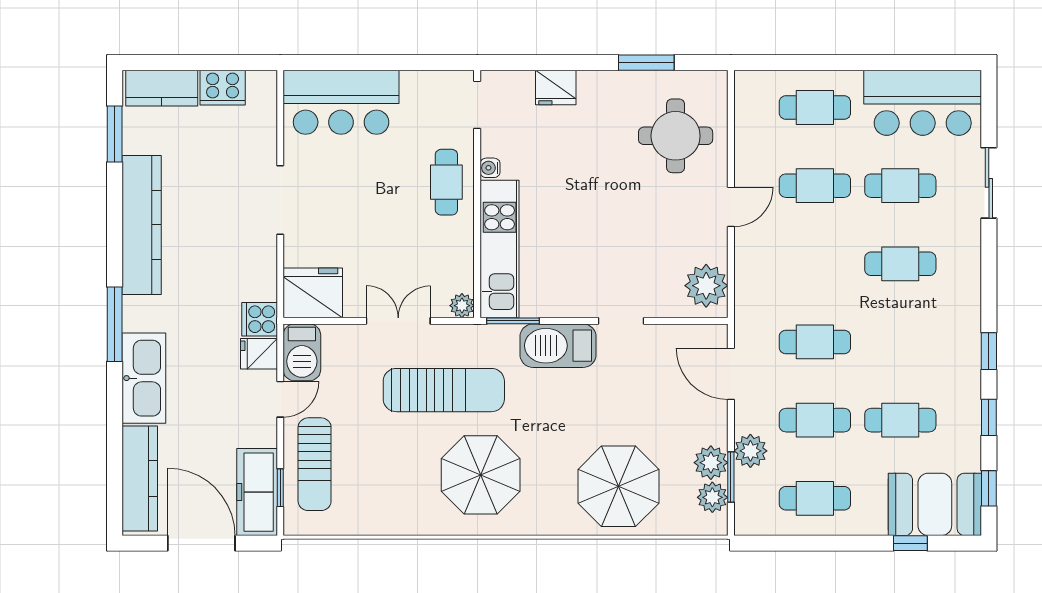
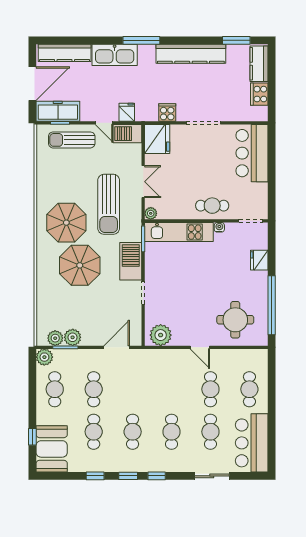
window: (646, 63) -> (272, 305), width x2.11
cooker: (260, 319) -> (167, 112), moved
cafe table: (815, 342) -> (133, 432), moved
plant: (750, 451) -> (44, 357), moved
parasol: (618, 486) -> (80, 265), moved
window: (989, 488) -> (157, 476), moved

